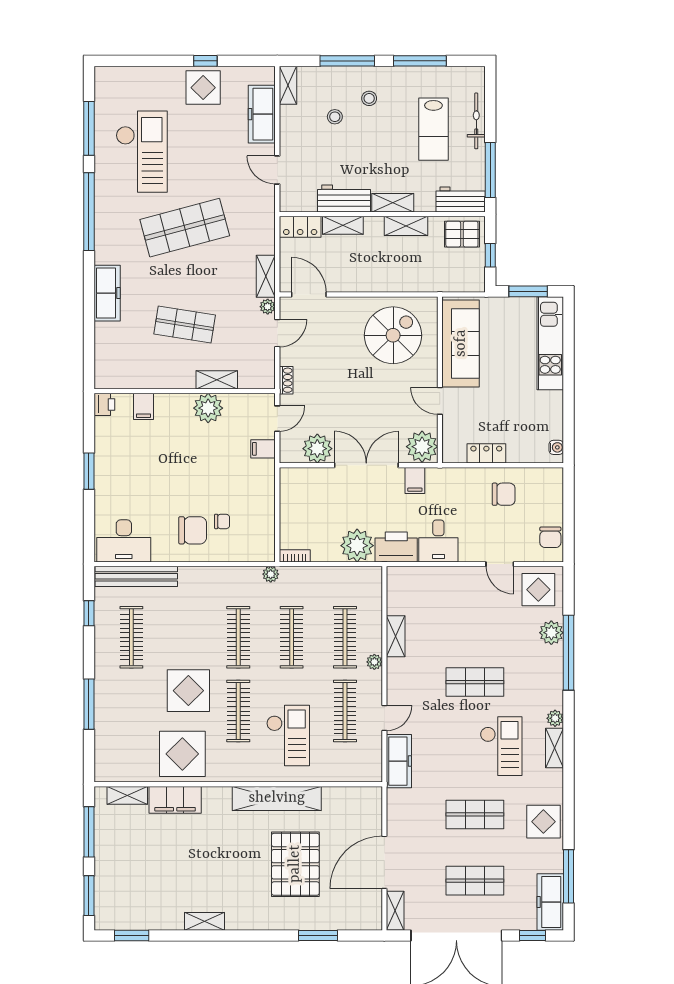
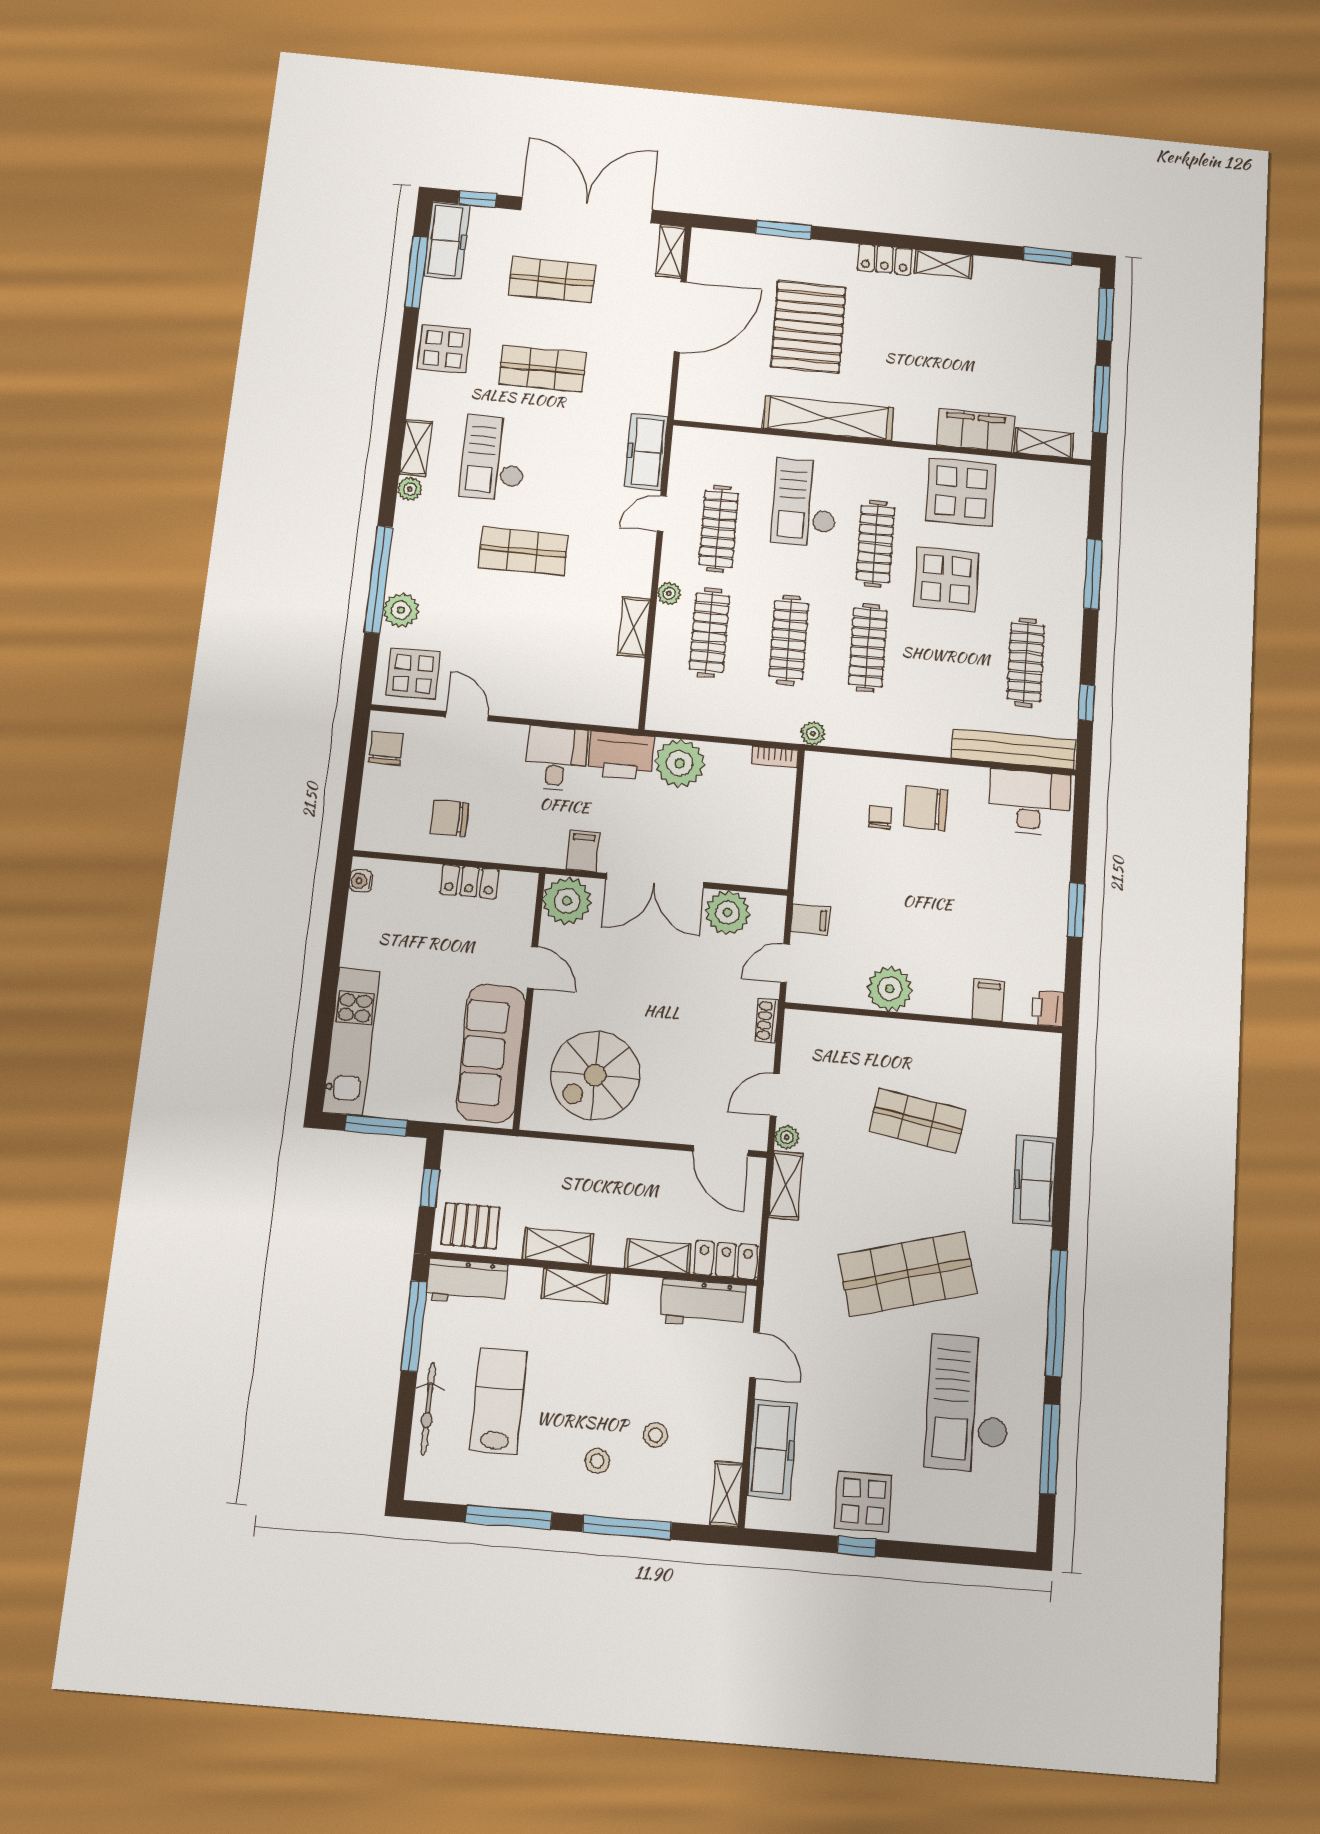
workbench: (344, 199) -> (703, 1304), moved
shelving: (217, 380) -> (874, 1031), removed
chair: (222, 521) -> (880, 817), turned 90
locker: (246, 920) -> (885, 260), added

